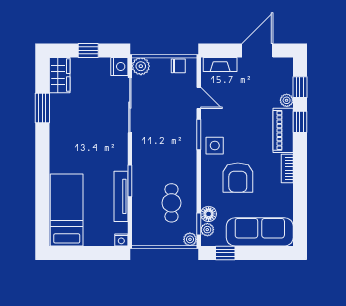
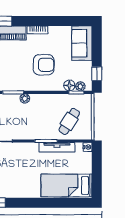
side table: (215, 146) -> (21, 81), removed
cafe table: (171, 203) -> (69, 121), moved, turned -58
sofa: (260, 232) -> (82, 43), width x0.73
plant: (190, 239) -> (25, 99), moved

